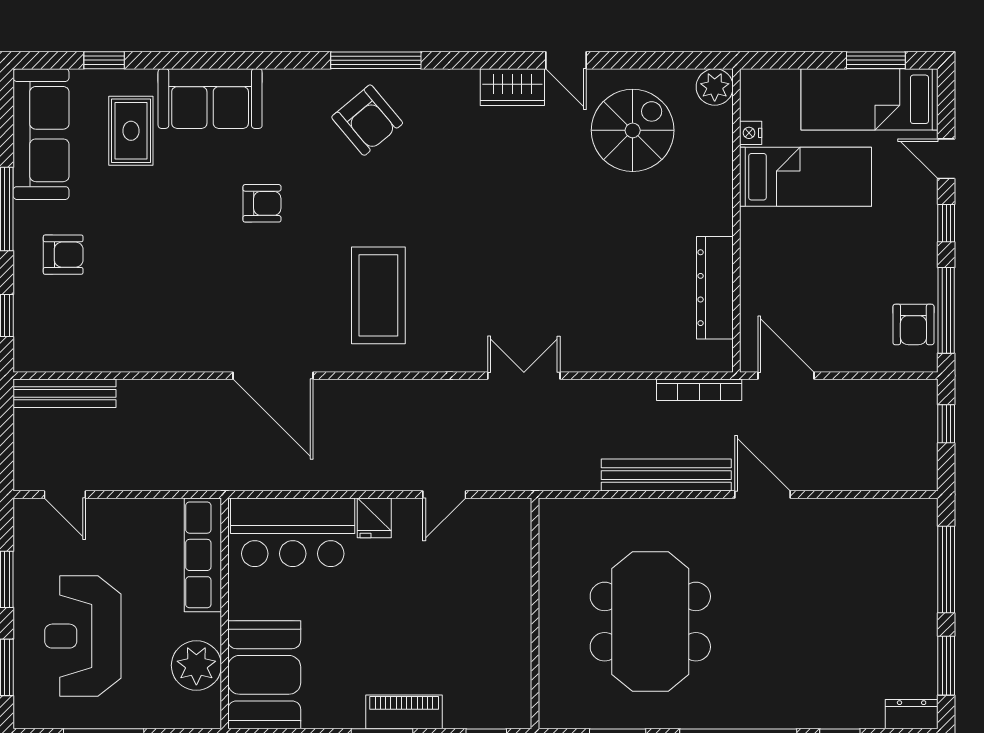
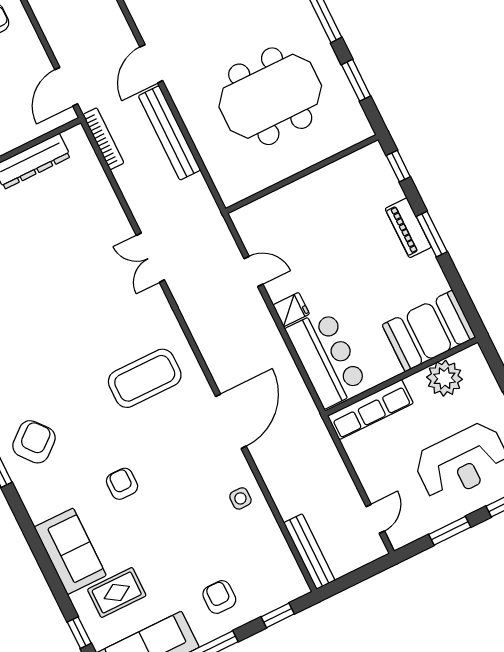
side table: (172, 341) -> (240, 498), added

